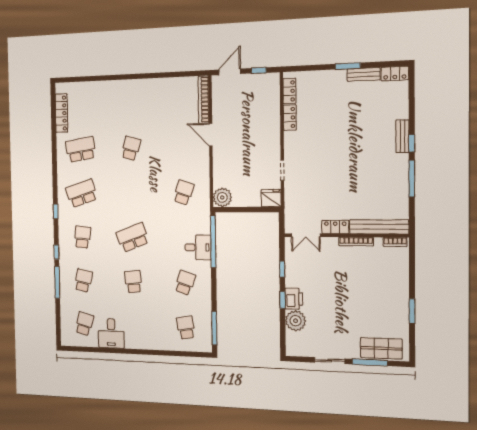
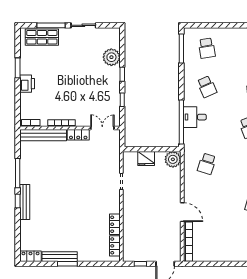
bench: (364, 74) -> (60, 257), width x1.36
bench: (402, 136) -> (25, 202), width x1.36
fridge: (271, 198) -> (146, 159), moved
school desk: (185, 283) -> (207, 87), turned -42
printer: (294, 299) -> (27, 84), moved, turned 180

